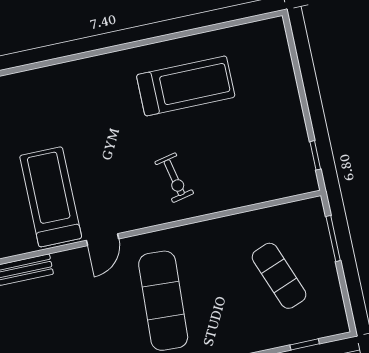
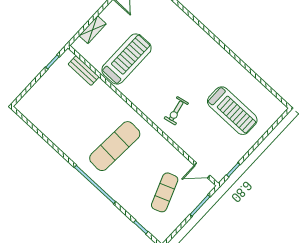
treadmill: (186, 86) -> (232, 111), moved
door: (103, 240) -> (202, 170), moved

